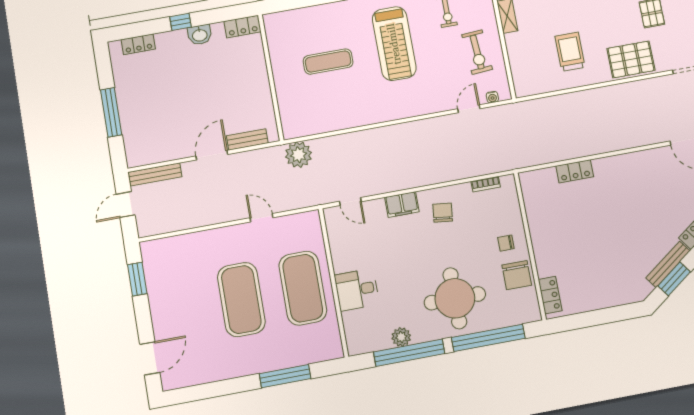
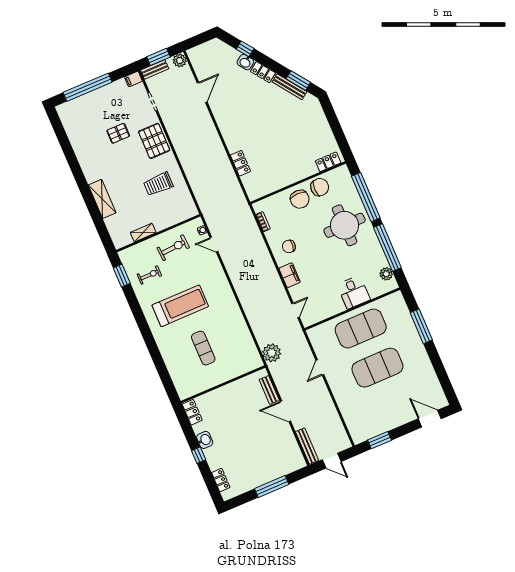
chair: (506, 243) -> (300, 199), width x1.87, depth x1.87
plant: (401, 337) -> (386, 274), moved

